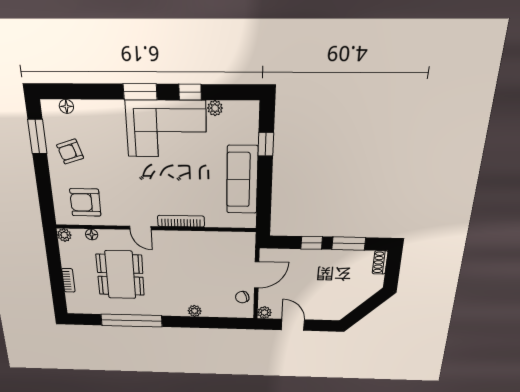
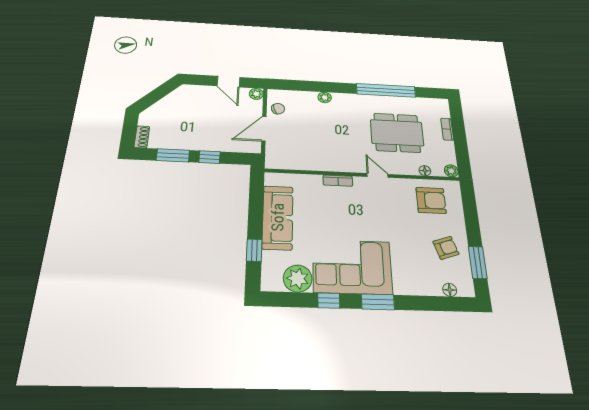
plant: (215, 108) -> (298, 278), width x1.87, depth x1.87
bookcase: (181, 221) -> (338, 181), width x0.64
dining table: (120, 275) -> (397, 133), turned 90

